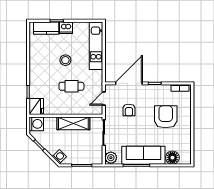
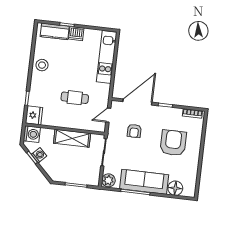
stool: (65, 60) -> (42, 65), moved
washing machine: (59, 157) -> (39, 155), moved

